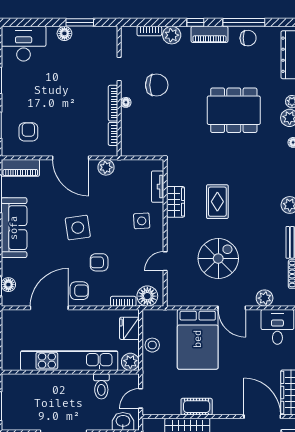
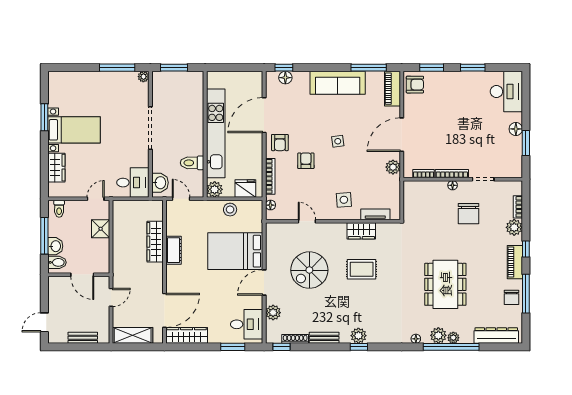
armchair: (28, 132) -> (415, 85), moved
side table: (78, 228) -> (338, 141), width x0.54, depth x0.54
spiral stairs: (218, 259) -> (309, 270), turned 90
floor lamp: (147, 296) -> (270, 205), width x0.53, depth x0.53
bookcase: (123, 301) -> (270, 176), width x1.56
door: (49, 308) -> (264, 115), swing flipped

